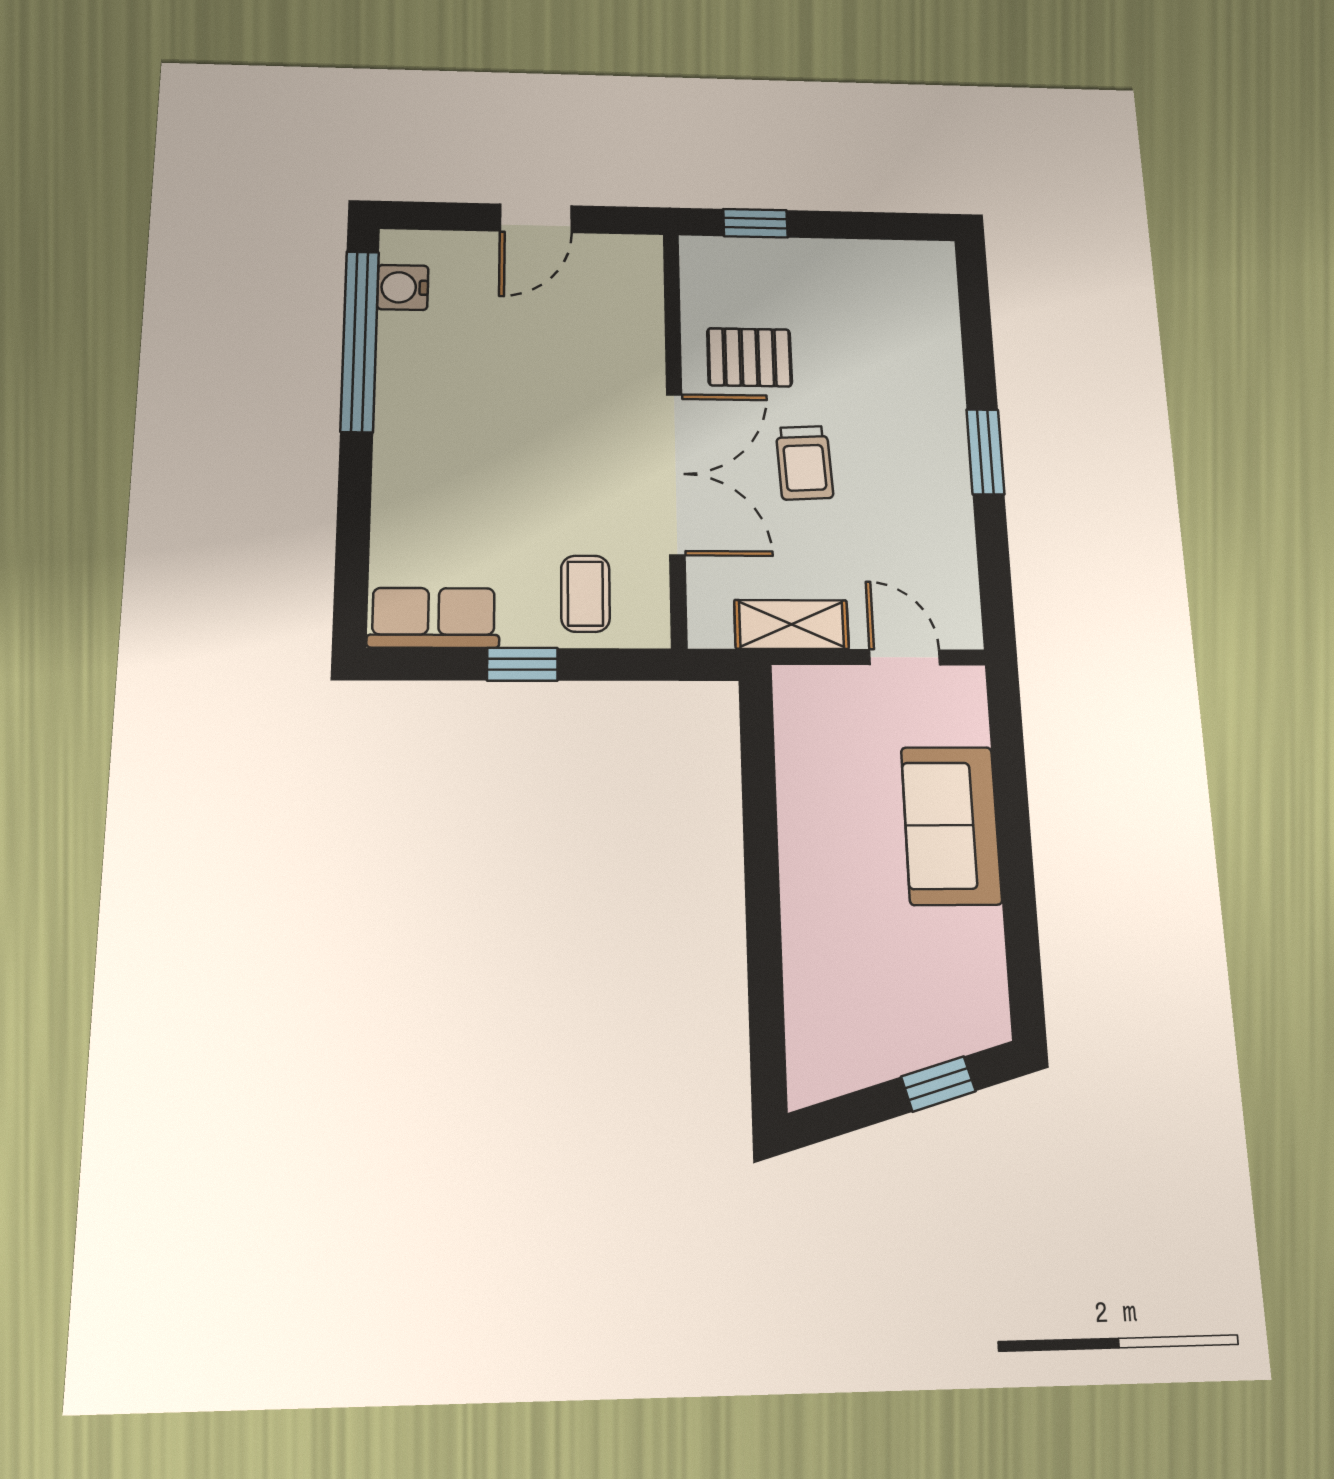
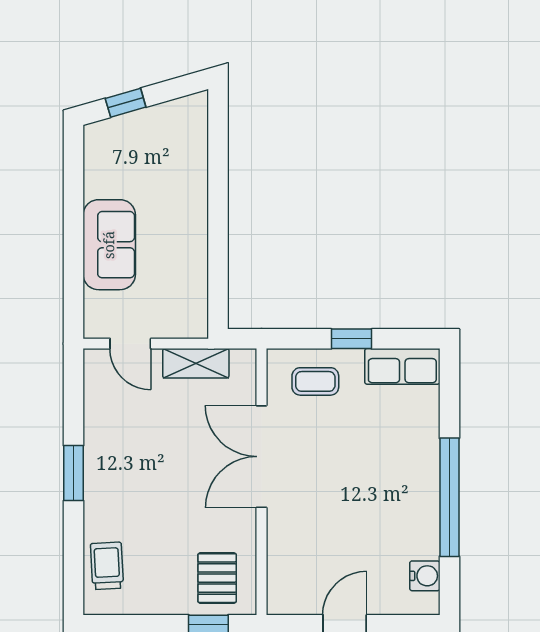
window: (360, 341) -> (449, 497), moved
pallet: (749, 357) -> (217, 578), moved, turned 90
trolley: (804, 463) -> (107, 566), moved
coffee table: (585, 594) -> (315, 381), turned 90

